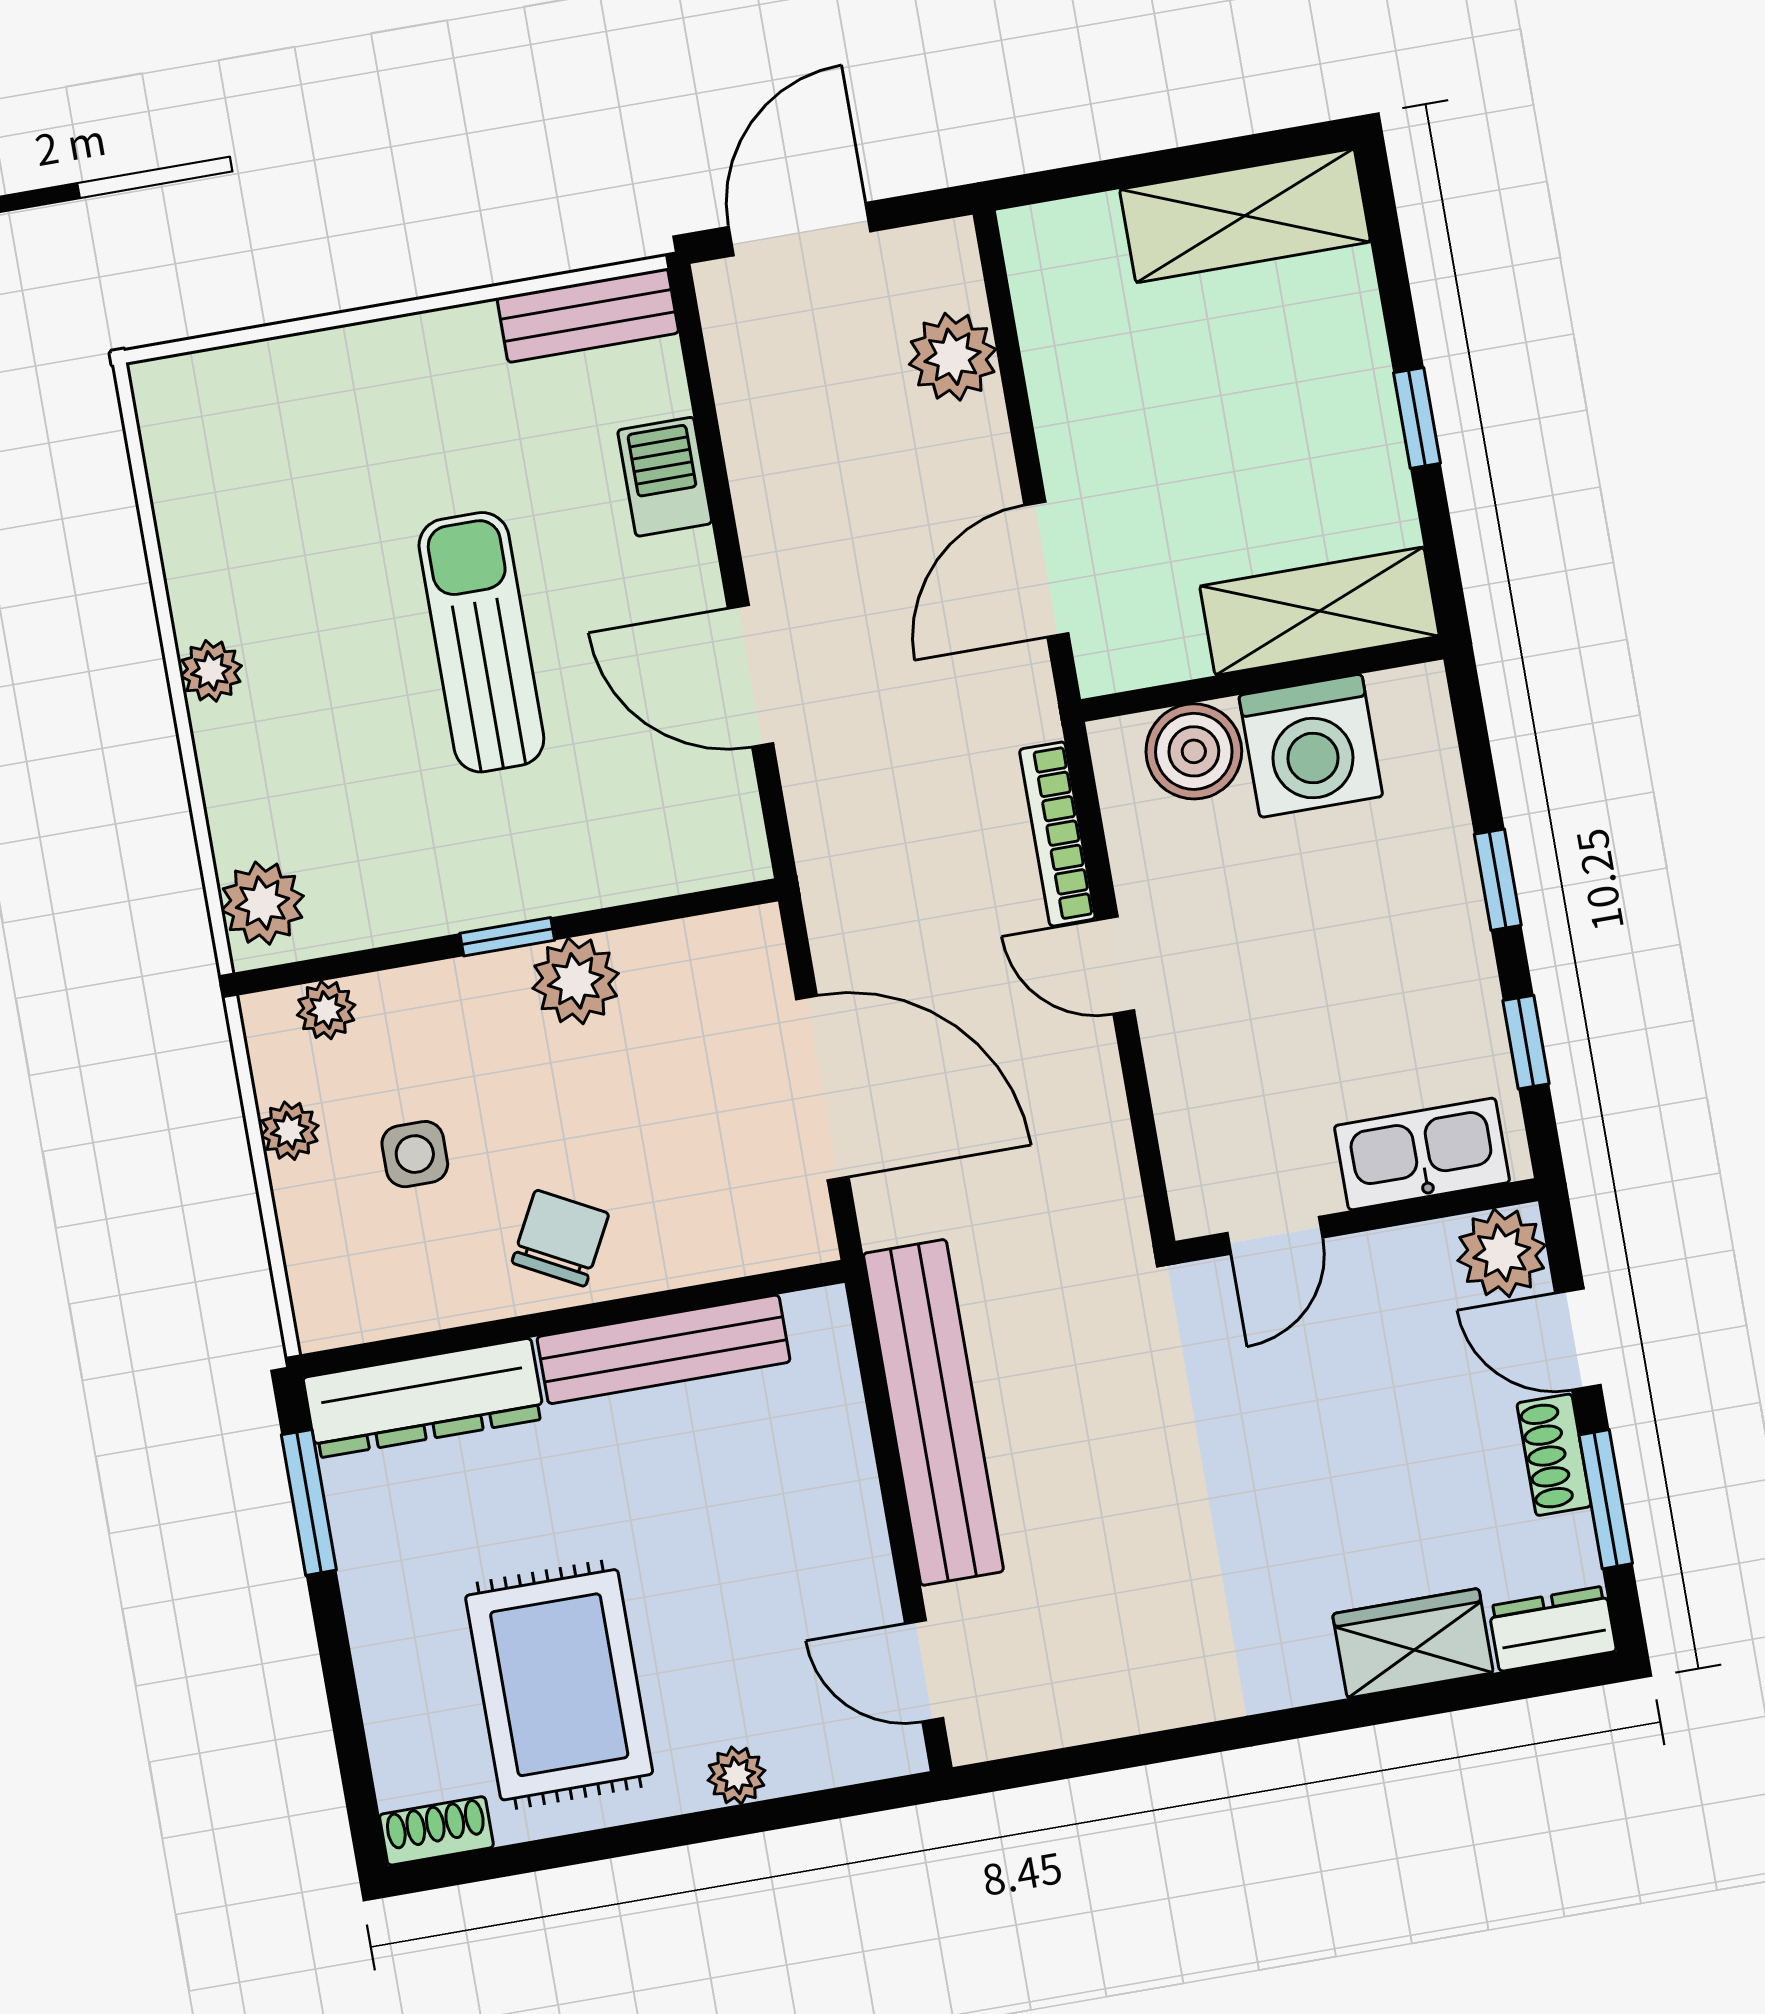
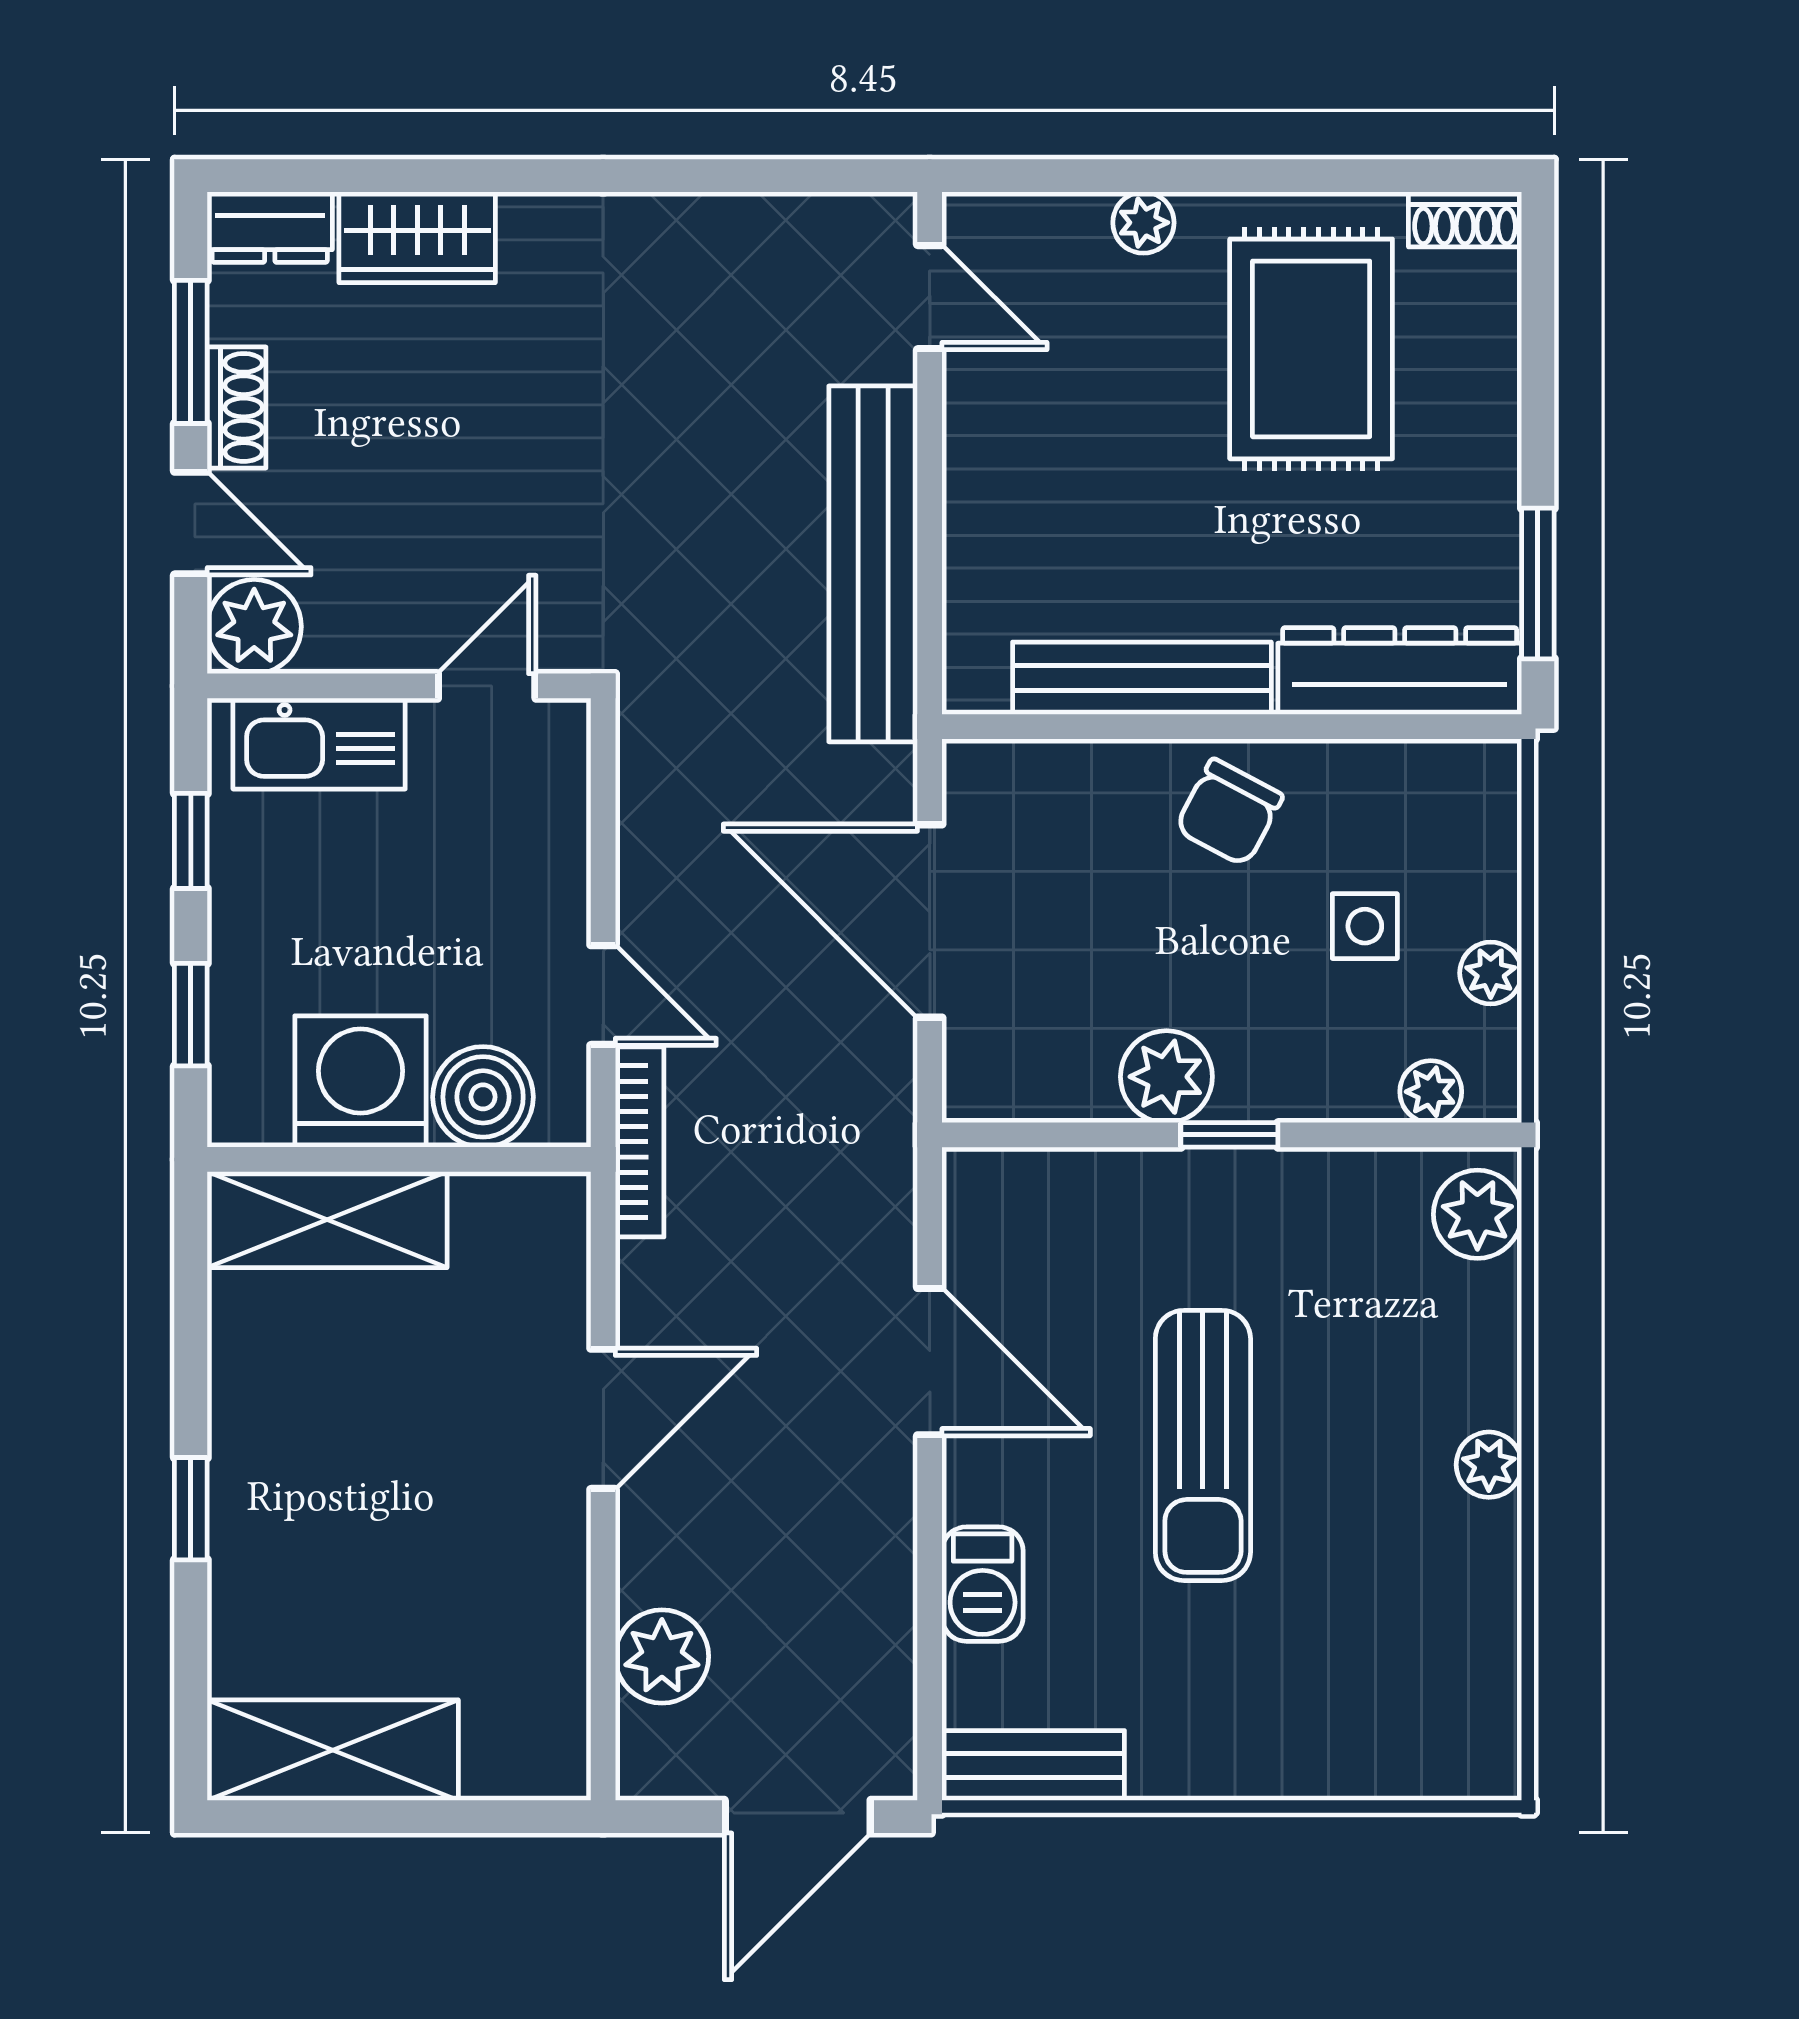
shelving: (1319, 611) -> (327, 1220), moved
wall: (1262, 679) -> (399, 1159), moved
washing machine: (1311, 746) -> (361, 1082), moved
boiler: (1194, 751) -> (483, 1097), moved

